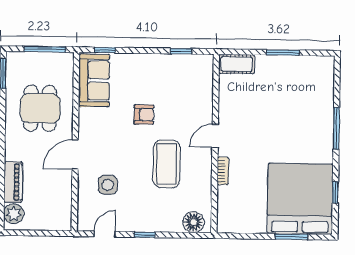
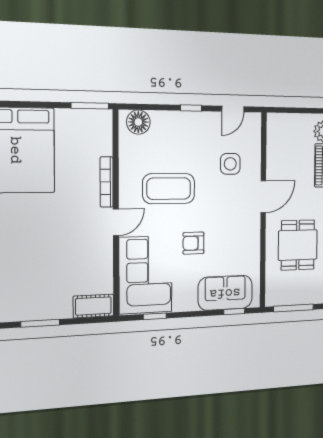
sofa: (94, 80) -> (225, 293), moved, turned 90
corner sofa: (189, 89) -> (145, 275), added
coffee table: (167, 164) -> (169, 189), turned 90
bookcase: (223, 171) -> (107, 182), width x1.56
window: (291, 237) -> (90, 106), moved

